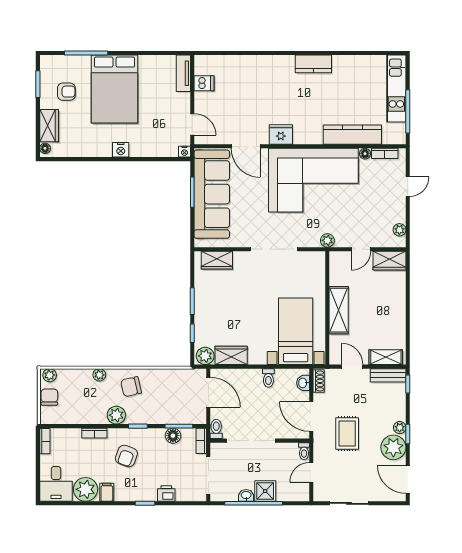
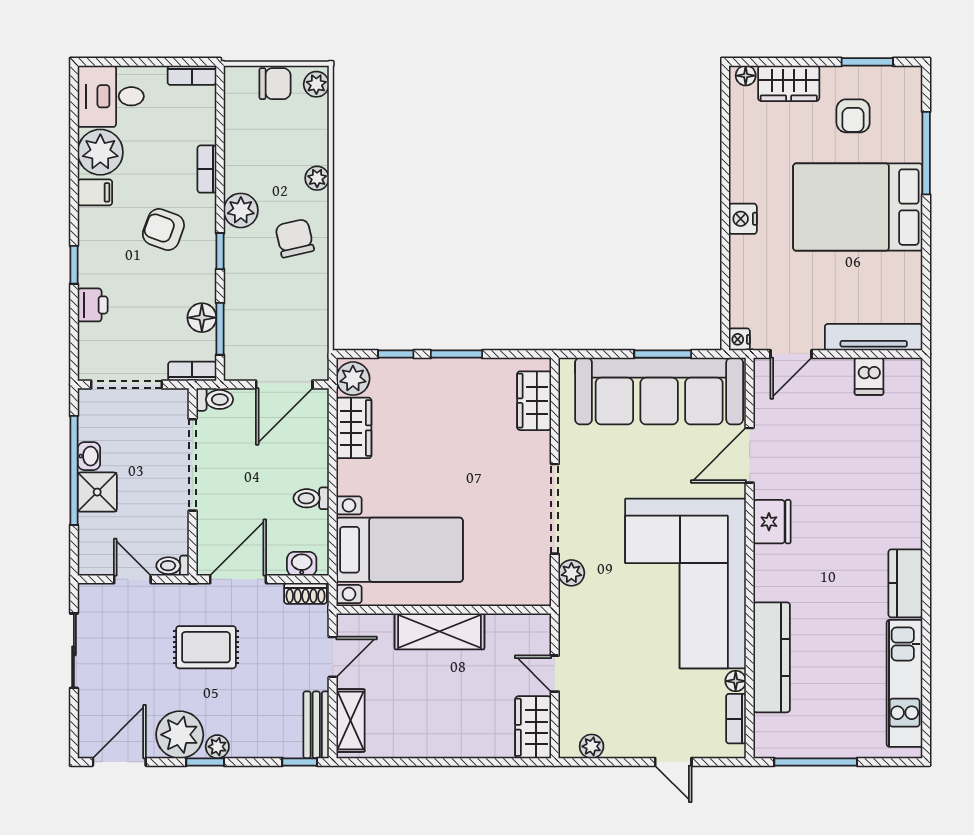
tv unit: (183, 73) -> (874, 337), width x1.41
kitchen unit: (396, 89) -> (905, 683), moved, turned -90
plant: (327, 240) -> (571, 573), moved

